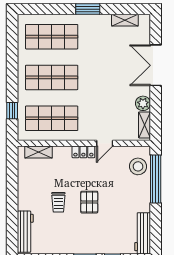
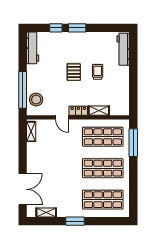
double door: (156, 65) -> (23, 189), moved
plant: (143, 103) -> (32, 148), removed
window: (12, 111) -> (133, 143), width x2.17
door: (105, 143) -> (62, 117), swing flipped
shelving: (39, 152) -> (99, 111), moved

